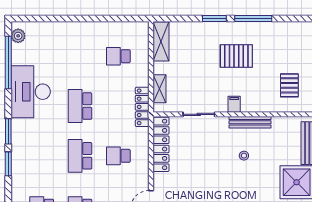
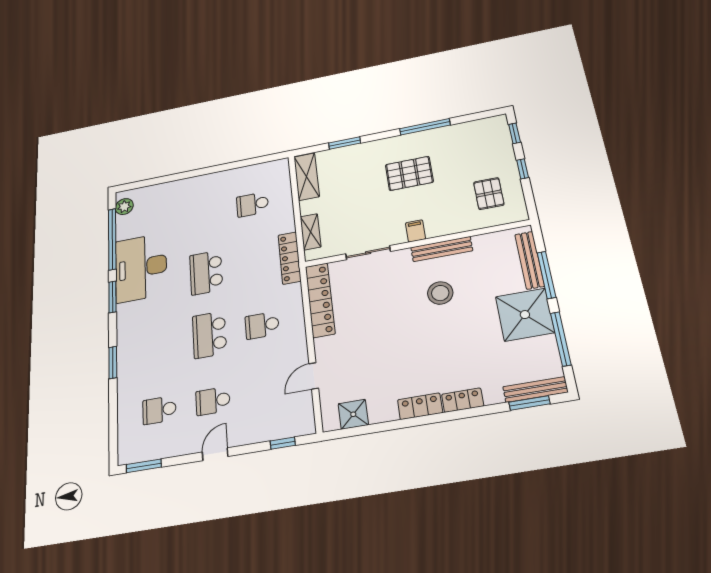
window: (214, 18) -> (345, 143), moved
window: (8, 131) -> (113, 297), moved
stool: (244, 156) -> (440, 293), width x1.89, depth x1.89

